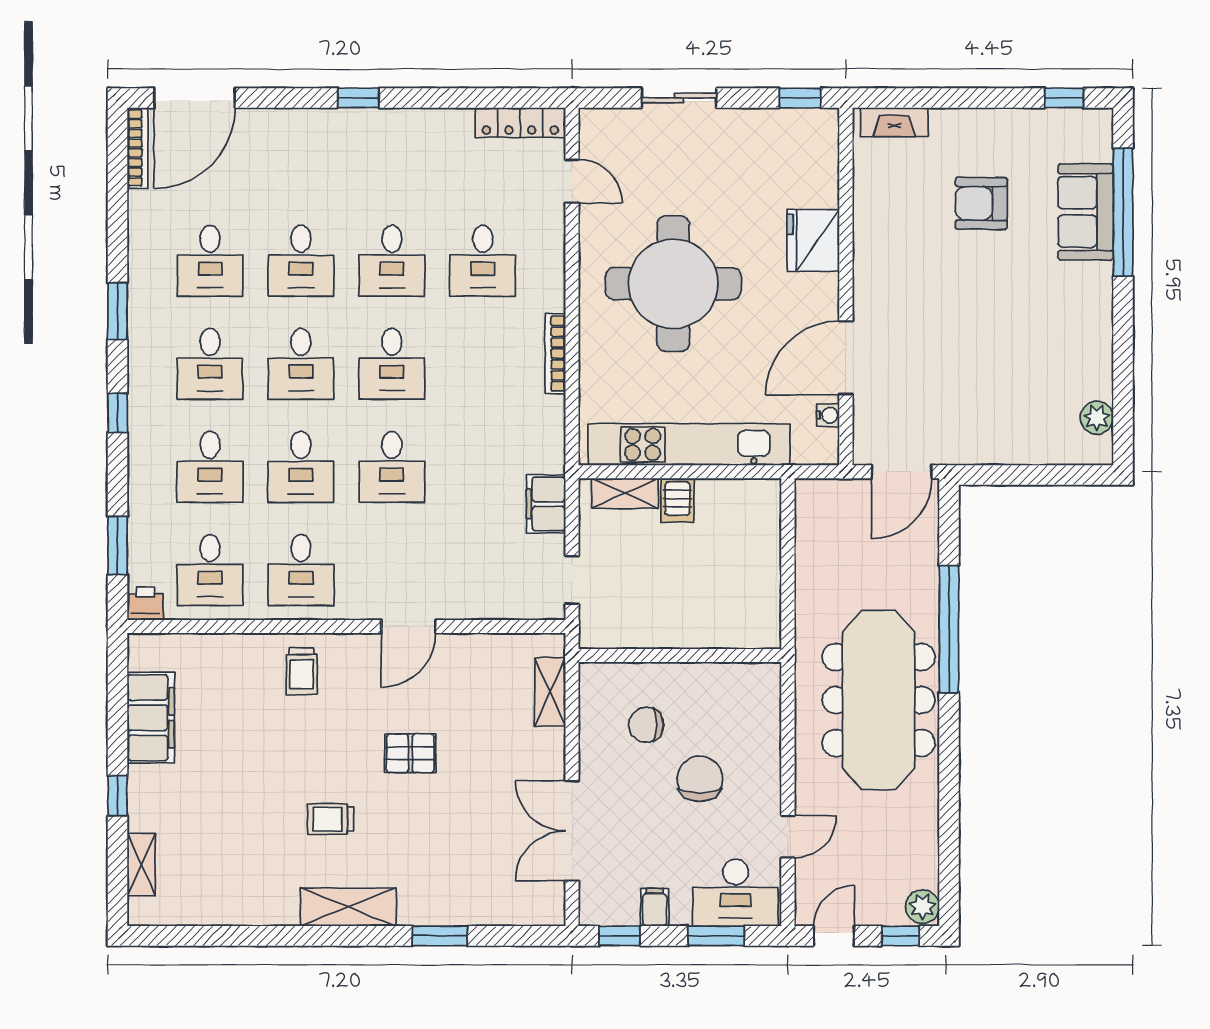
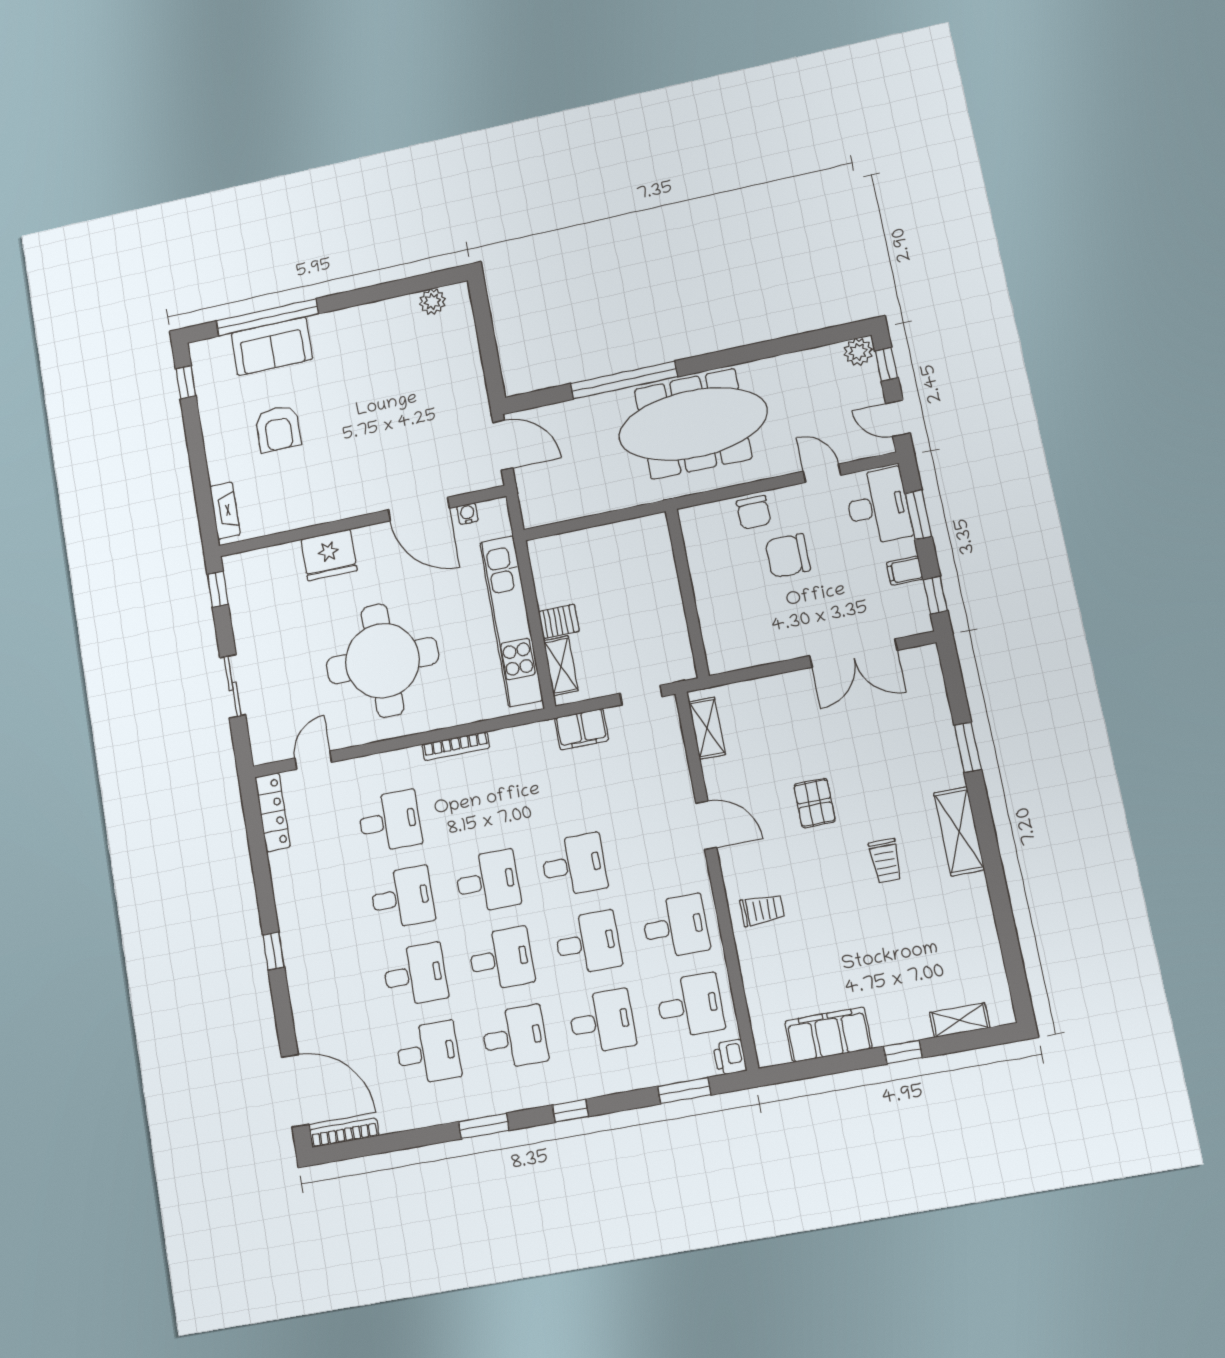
shelving: (550, 692) -> (707, 728), moved, turned 90
chair: (646, 725) -> (754, 512), moved

